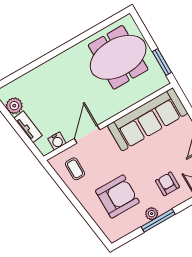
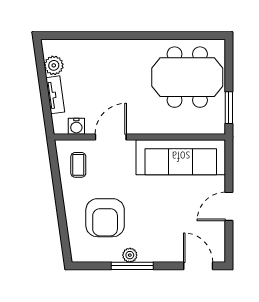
armchair: (167, 184) -> (163, 234), removed
armchair: (117, 196) -> (105, 218), turned 90

